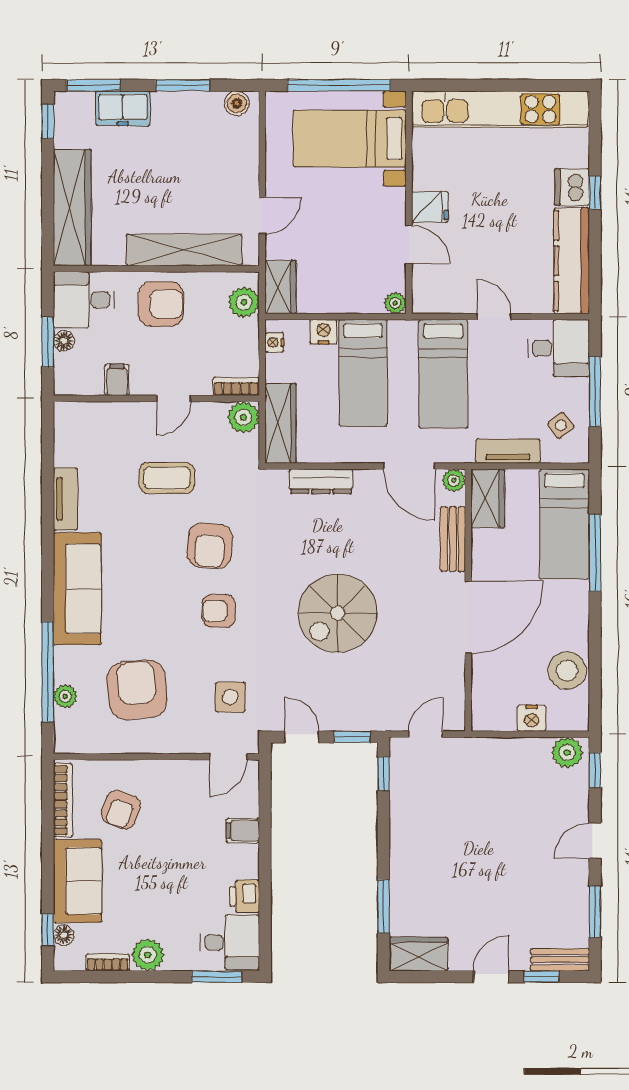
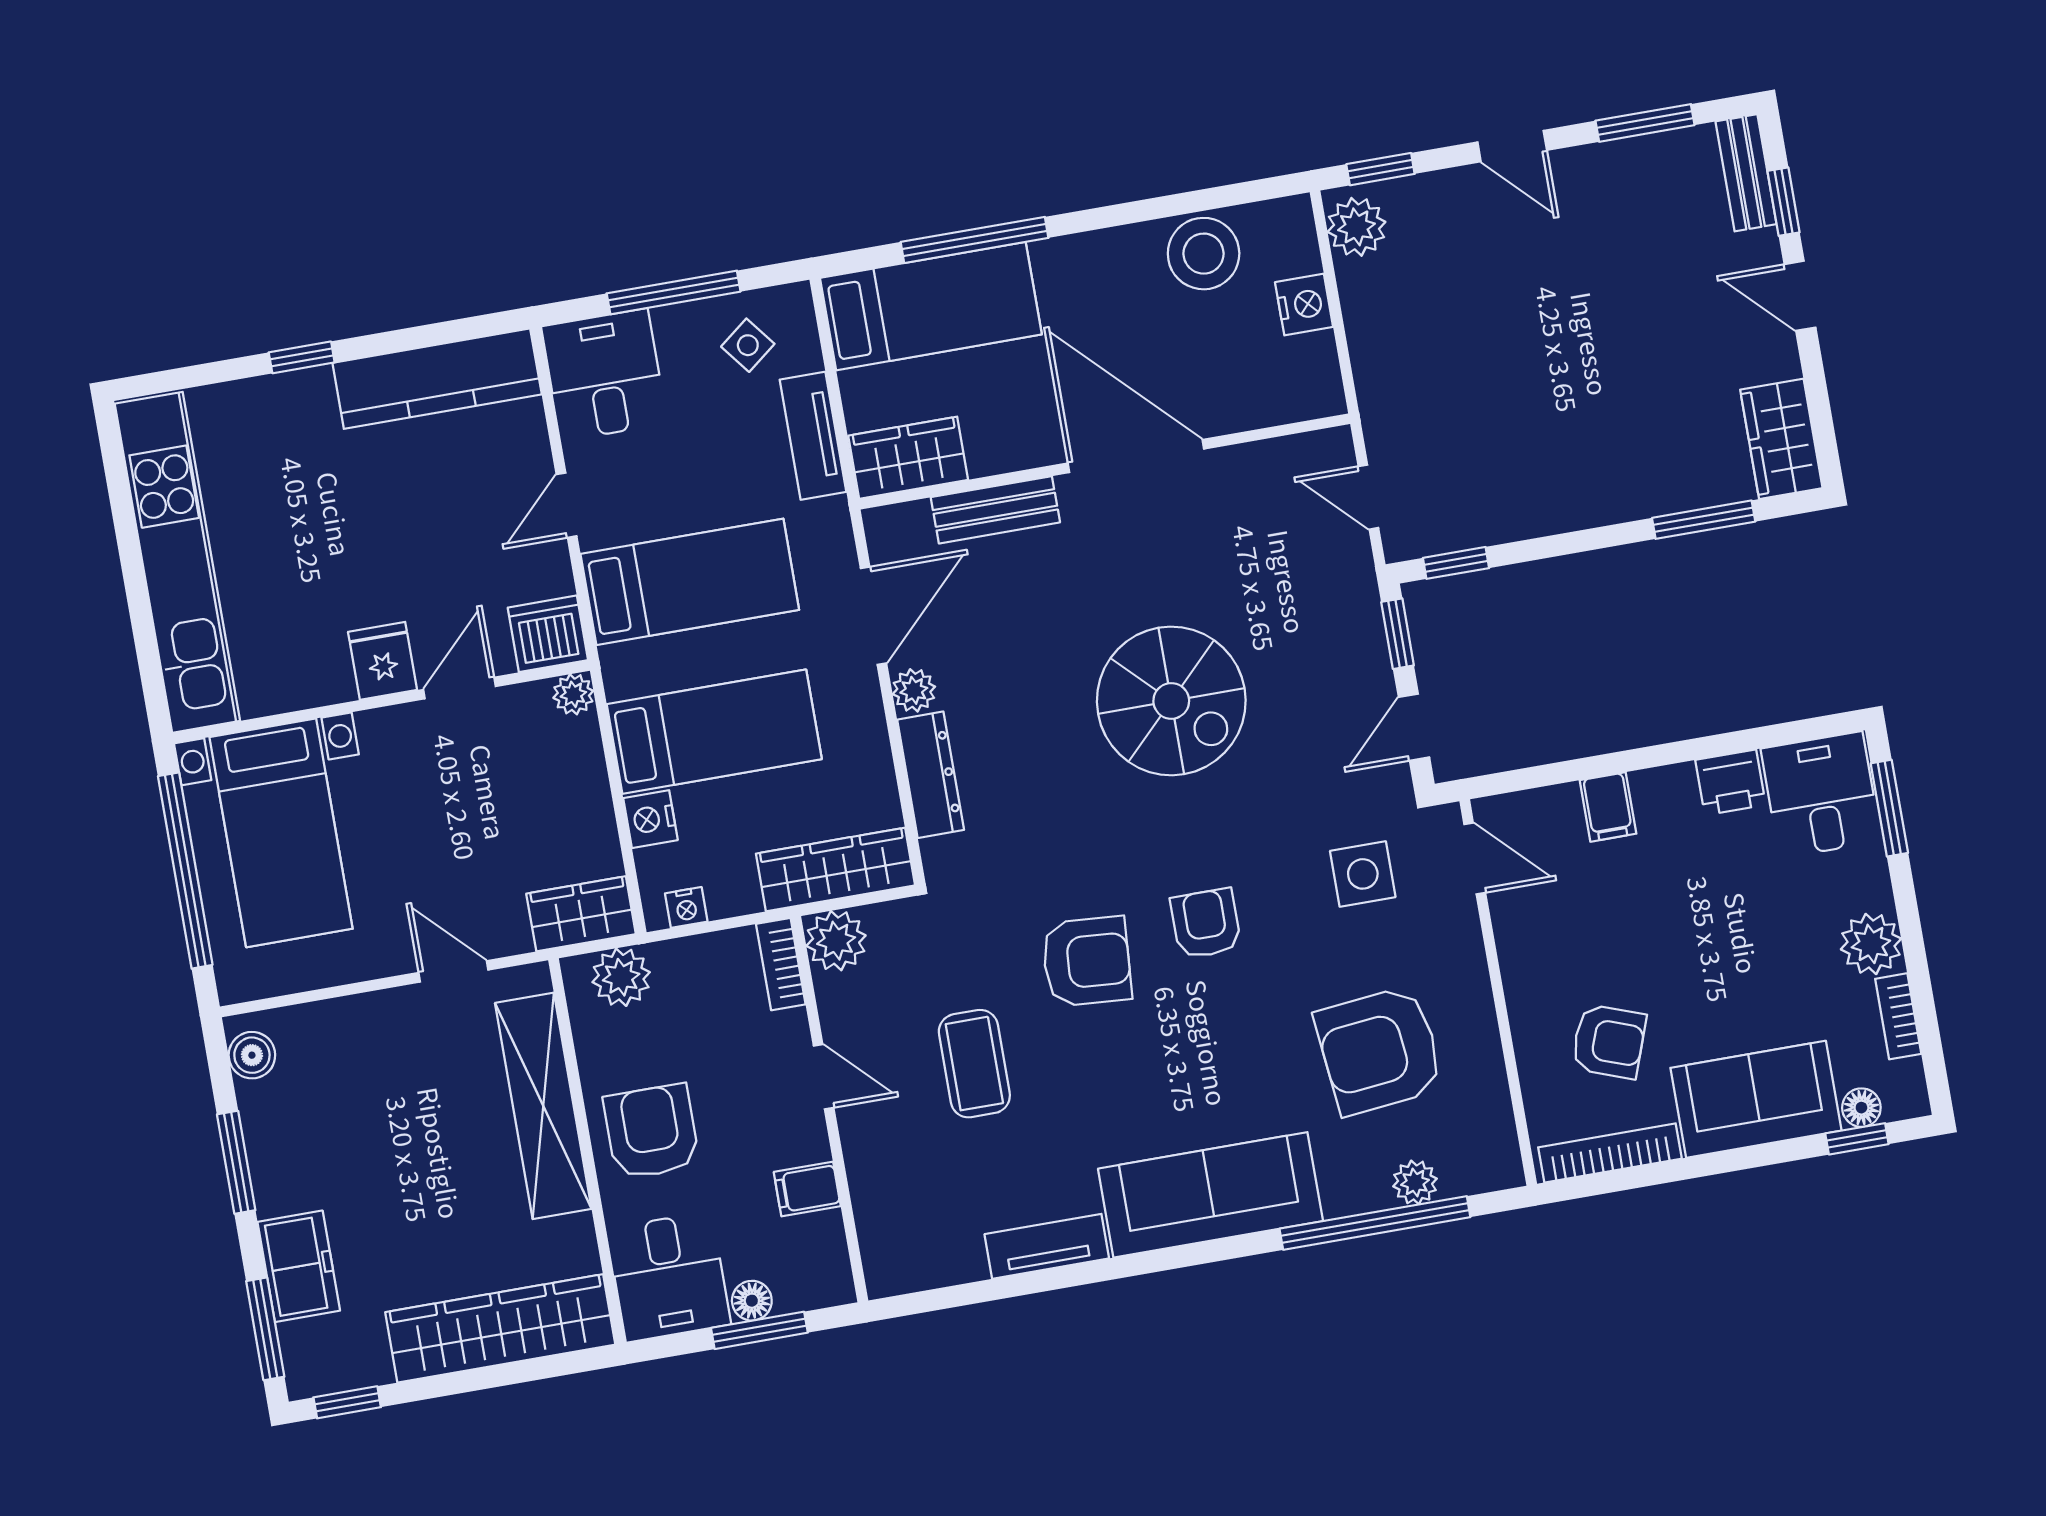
dishwasher: (572, 187) -> (548, 634), moved, turned 180
plant: (454, 480) -> (914, 690), moved
armchair: (219, 611) -> (1206, 924), turned 180

